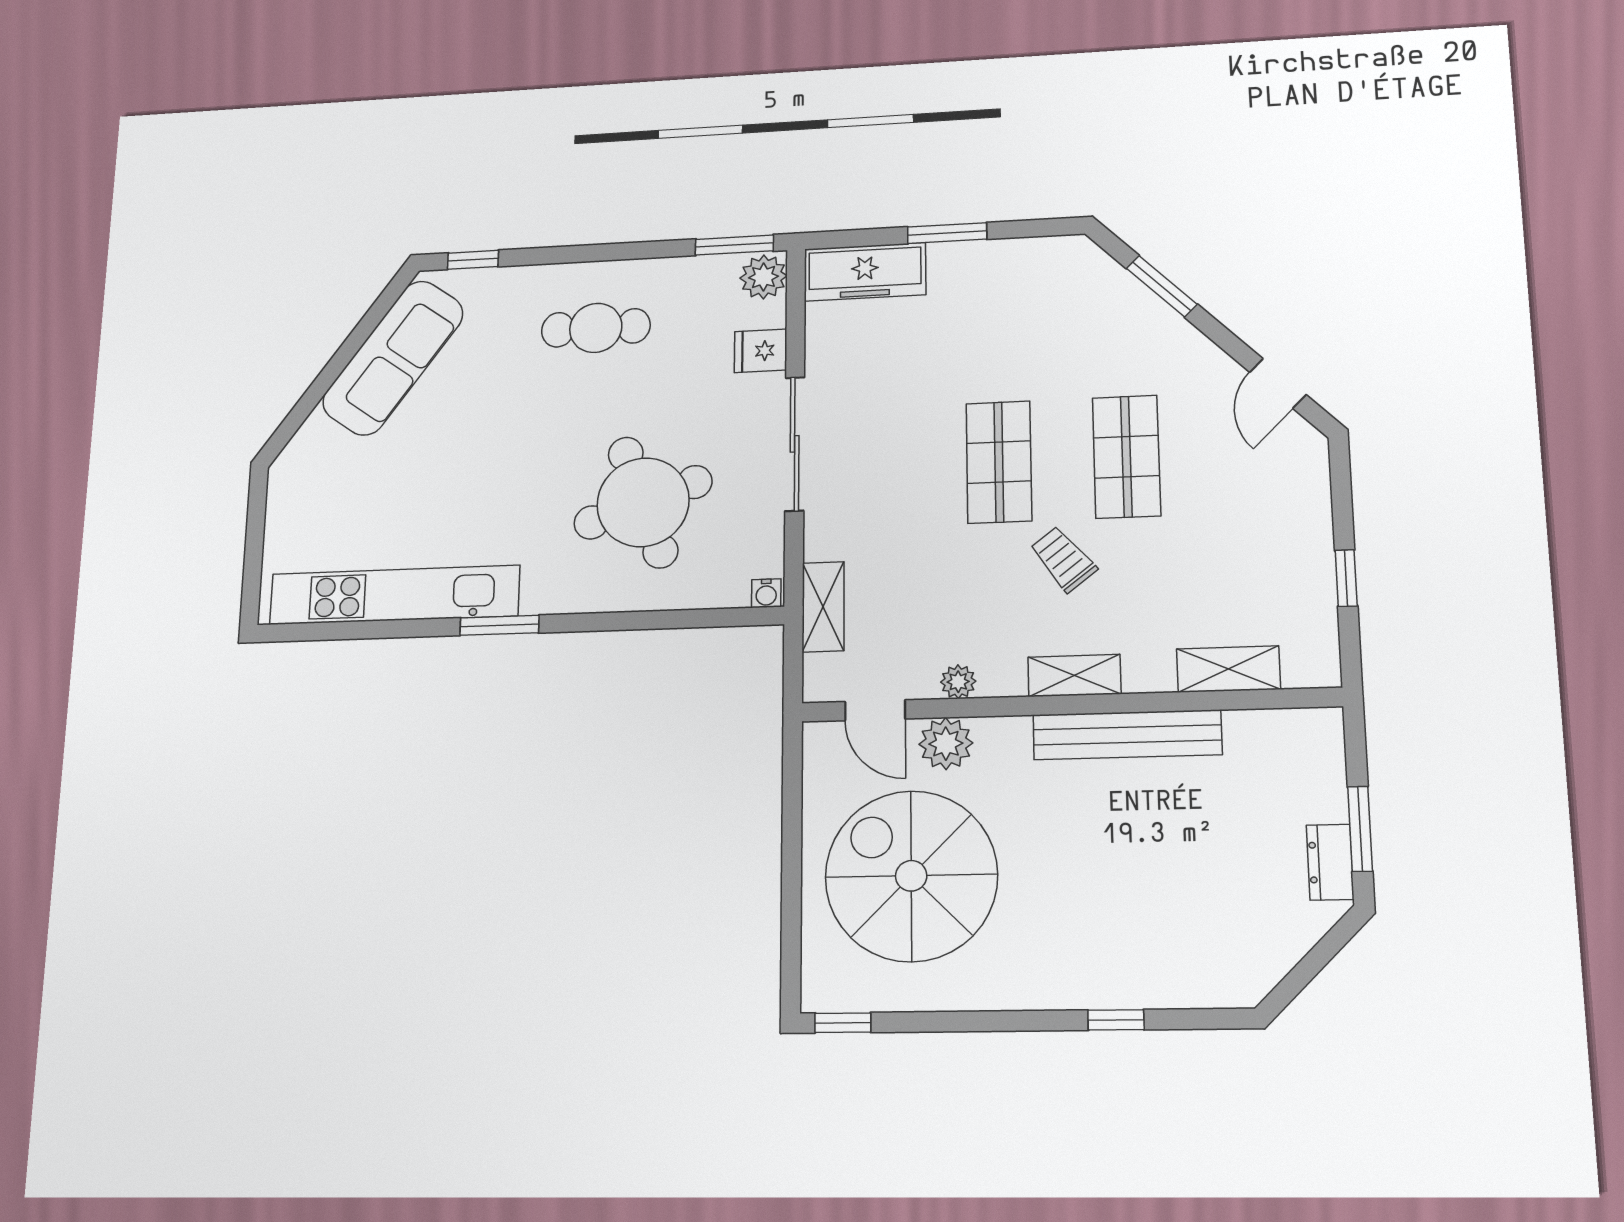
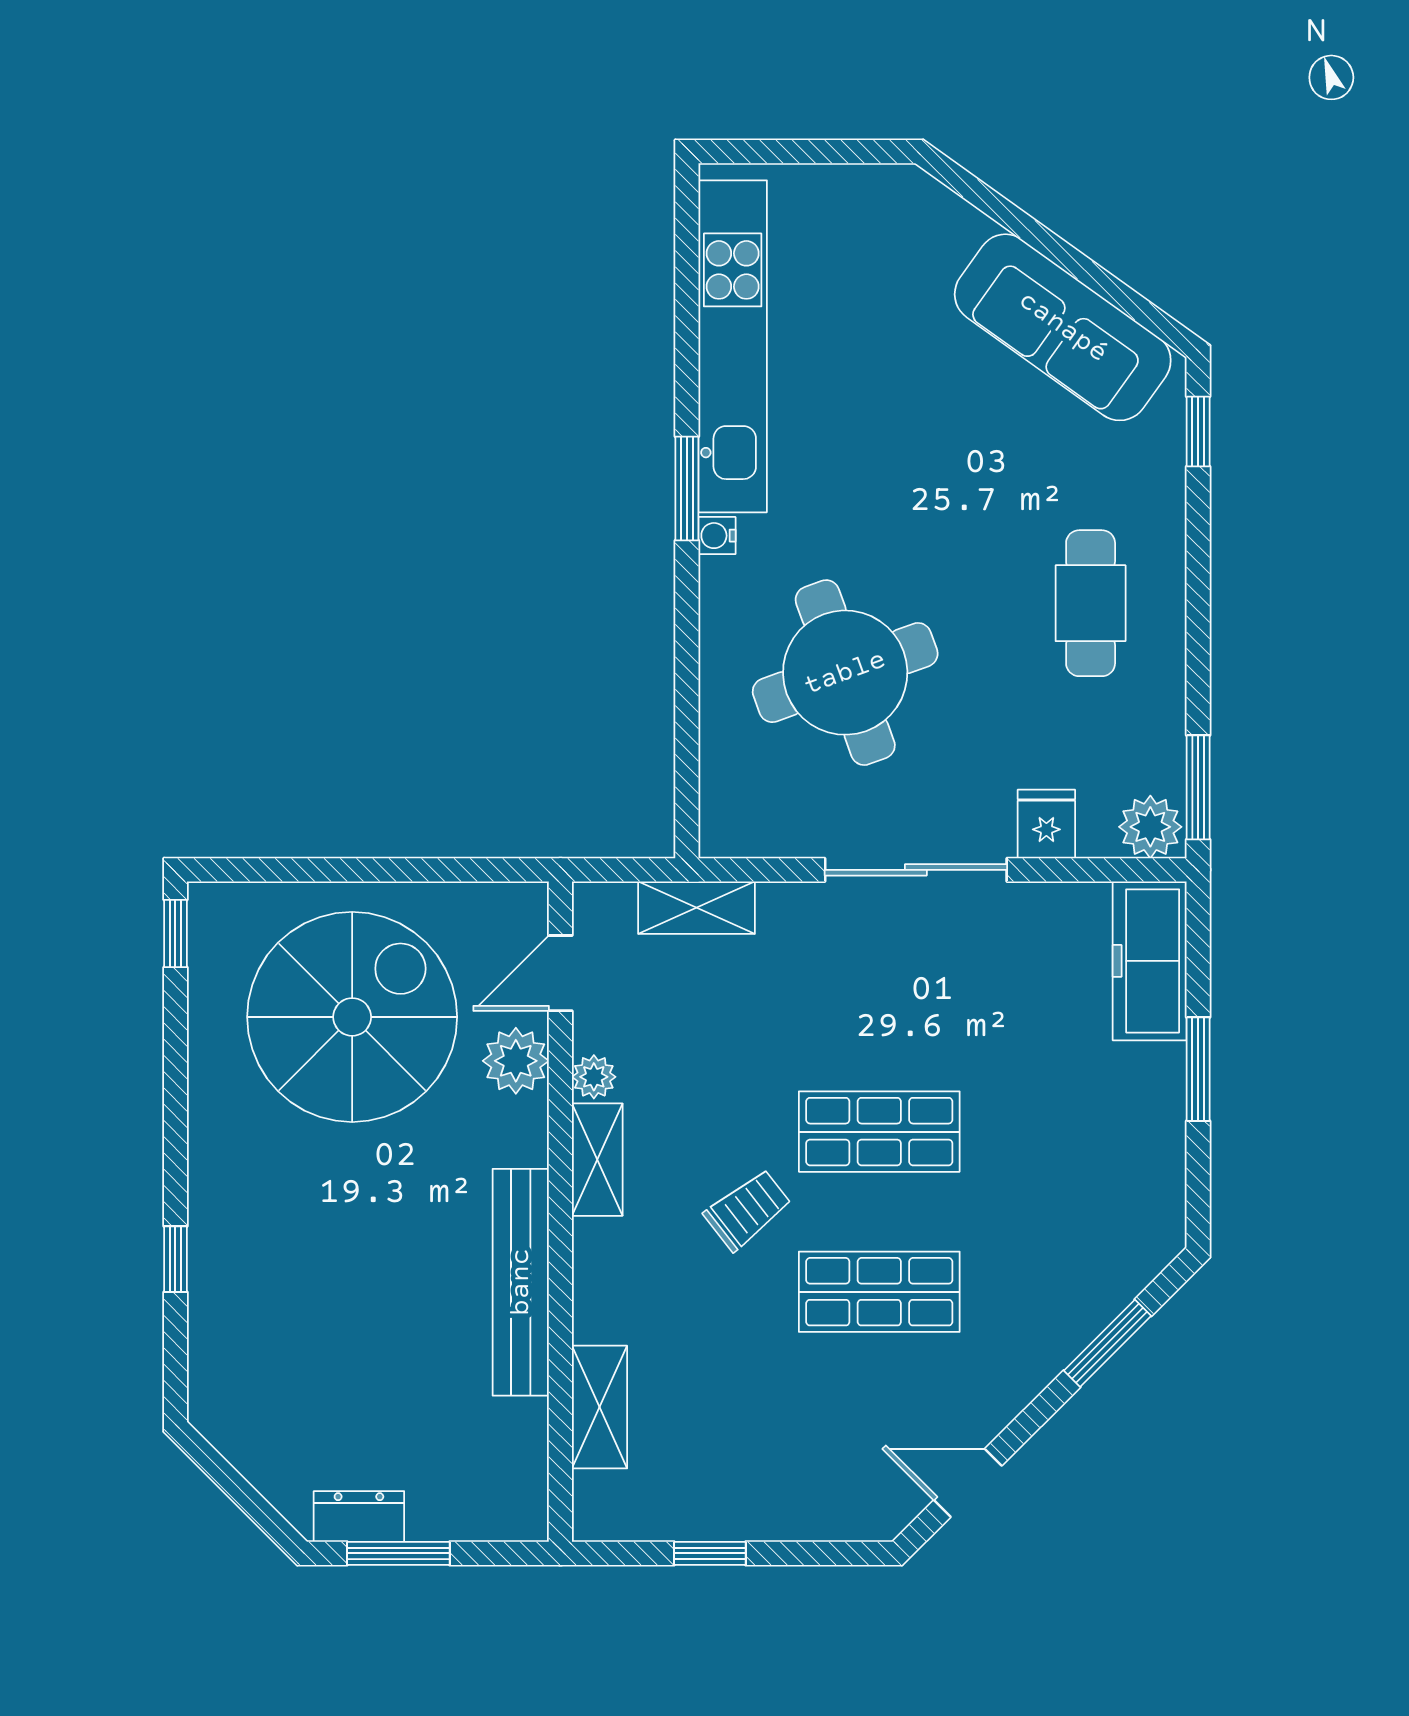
water cooler: (766, 593) -> (717, 536), moved
shelving: (1074, 676) -> (597, 1160), moved

